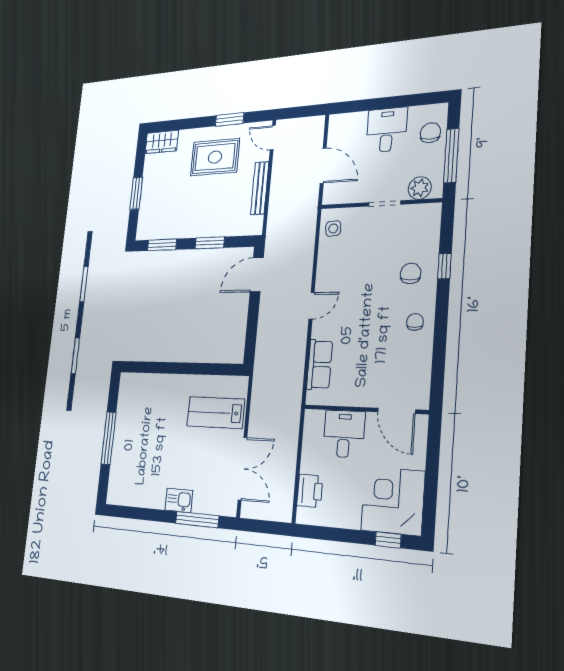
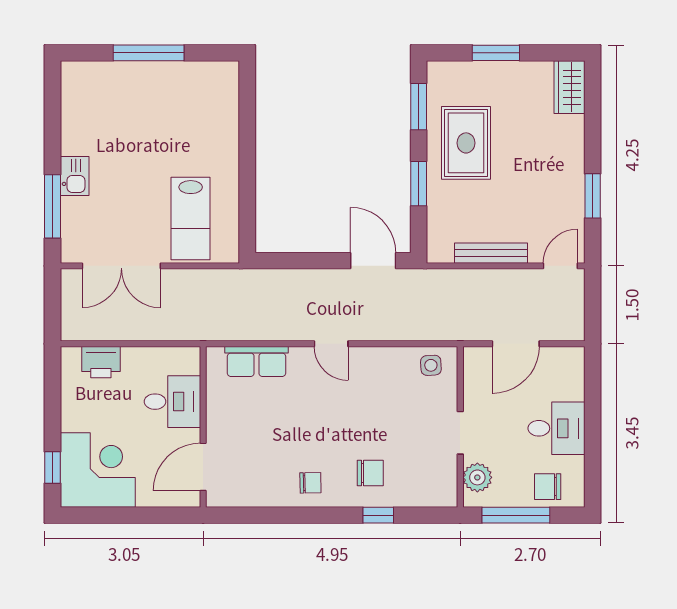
chair: (430, 133) -> (548, 487), turned 180
rug: (215, 157) -> (466, 143), moved
lab bench: (216, 413) -> (191, 219), turned 180

